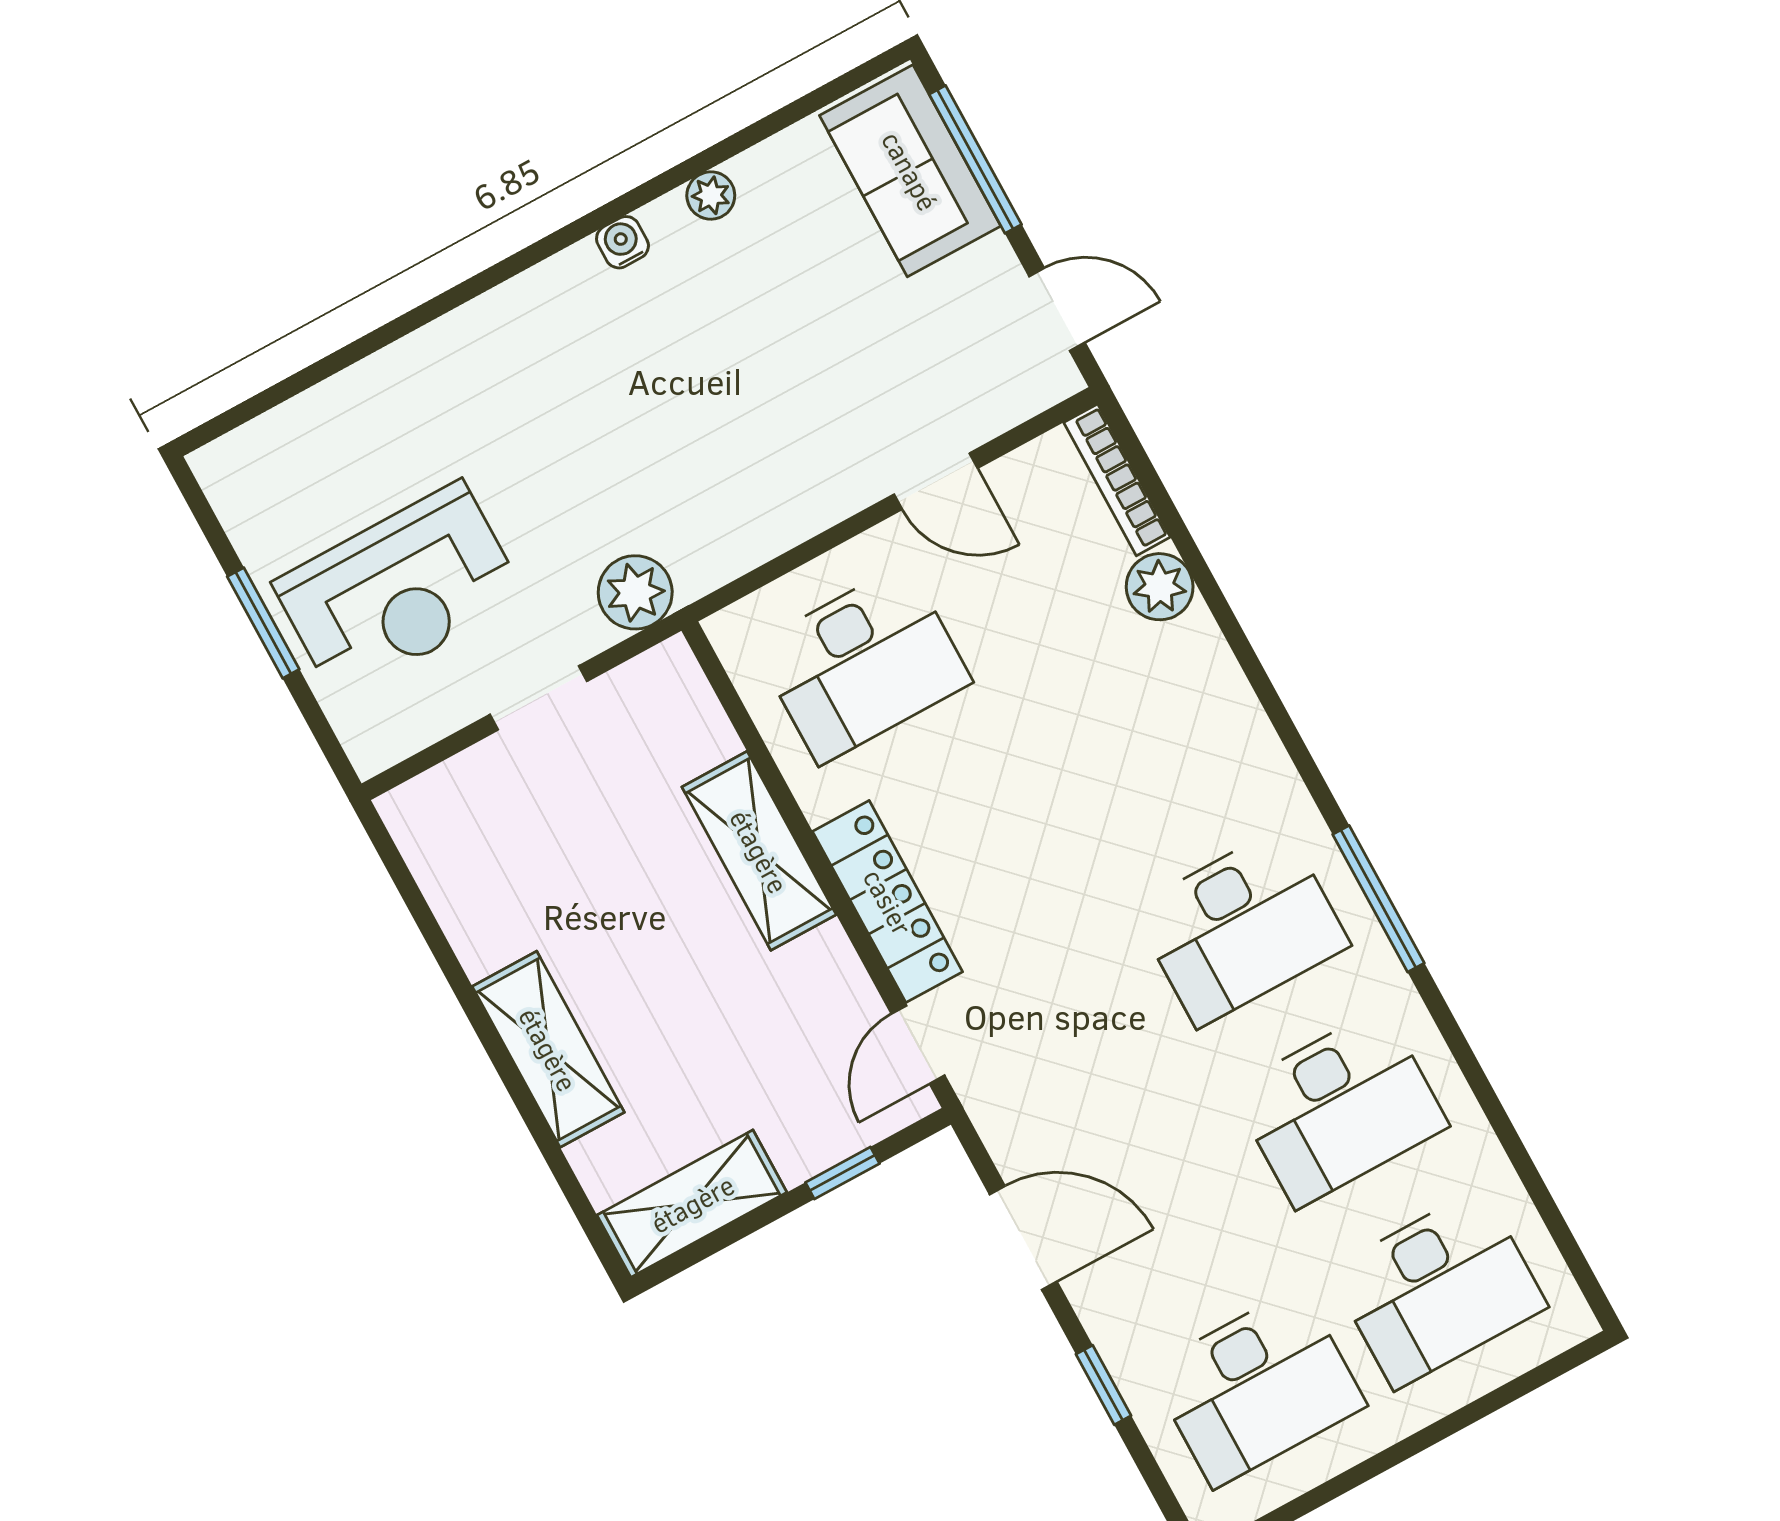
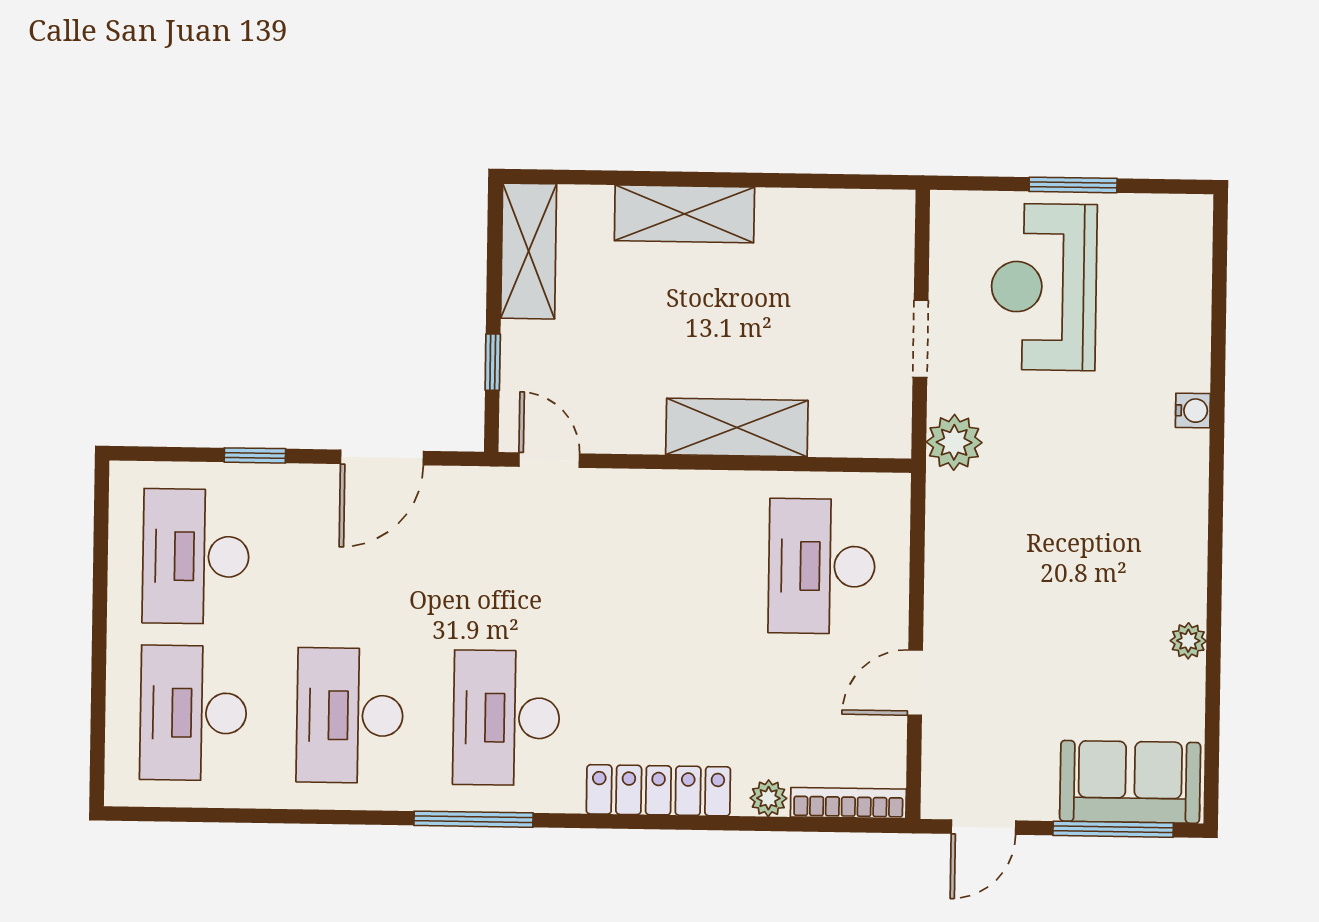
water cooler: (622, 242) -> (1193, 411), moved
plant: (1160, 587) -> (768, 798), width x0.73, depth x0.73
locker: (888, 902) -> (658, 790), moved, turned 180

